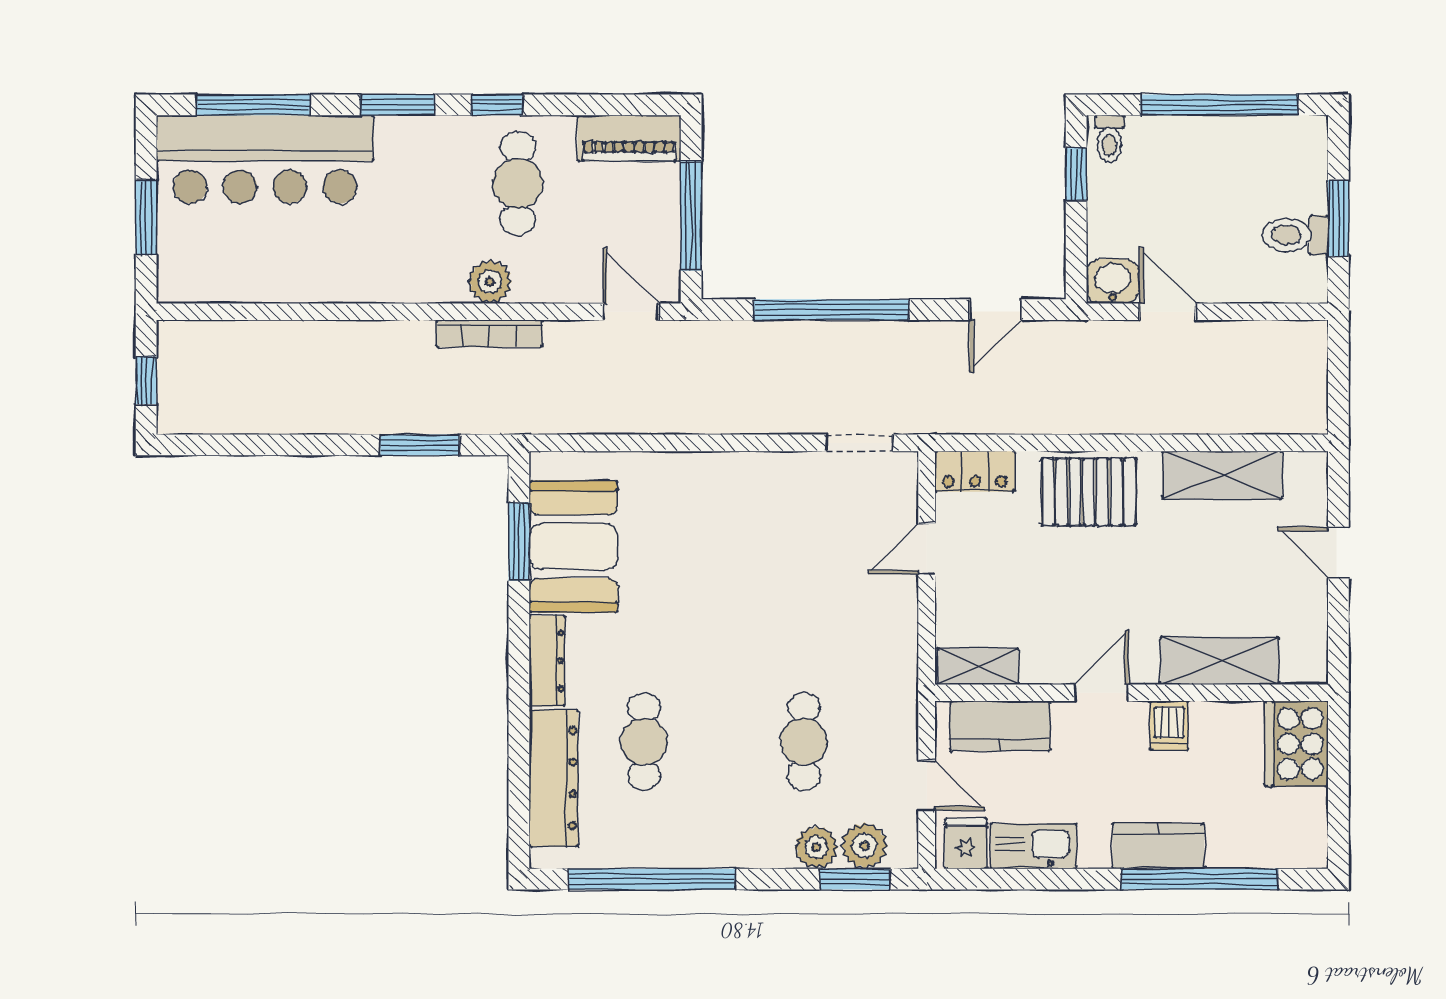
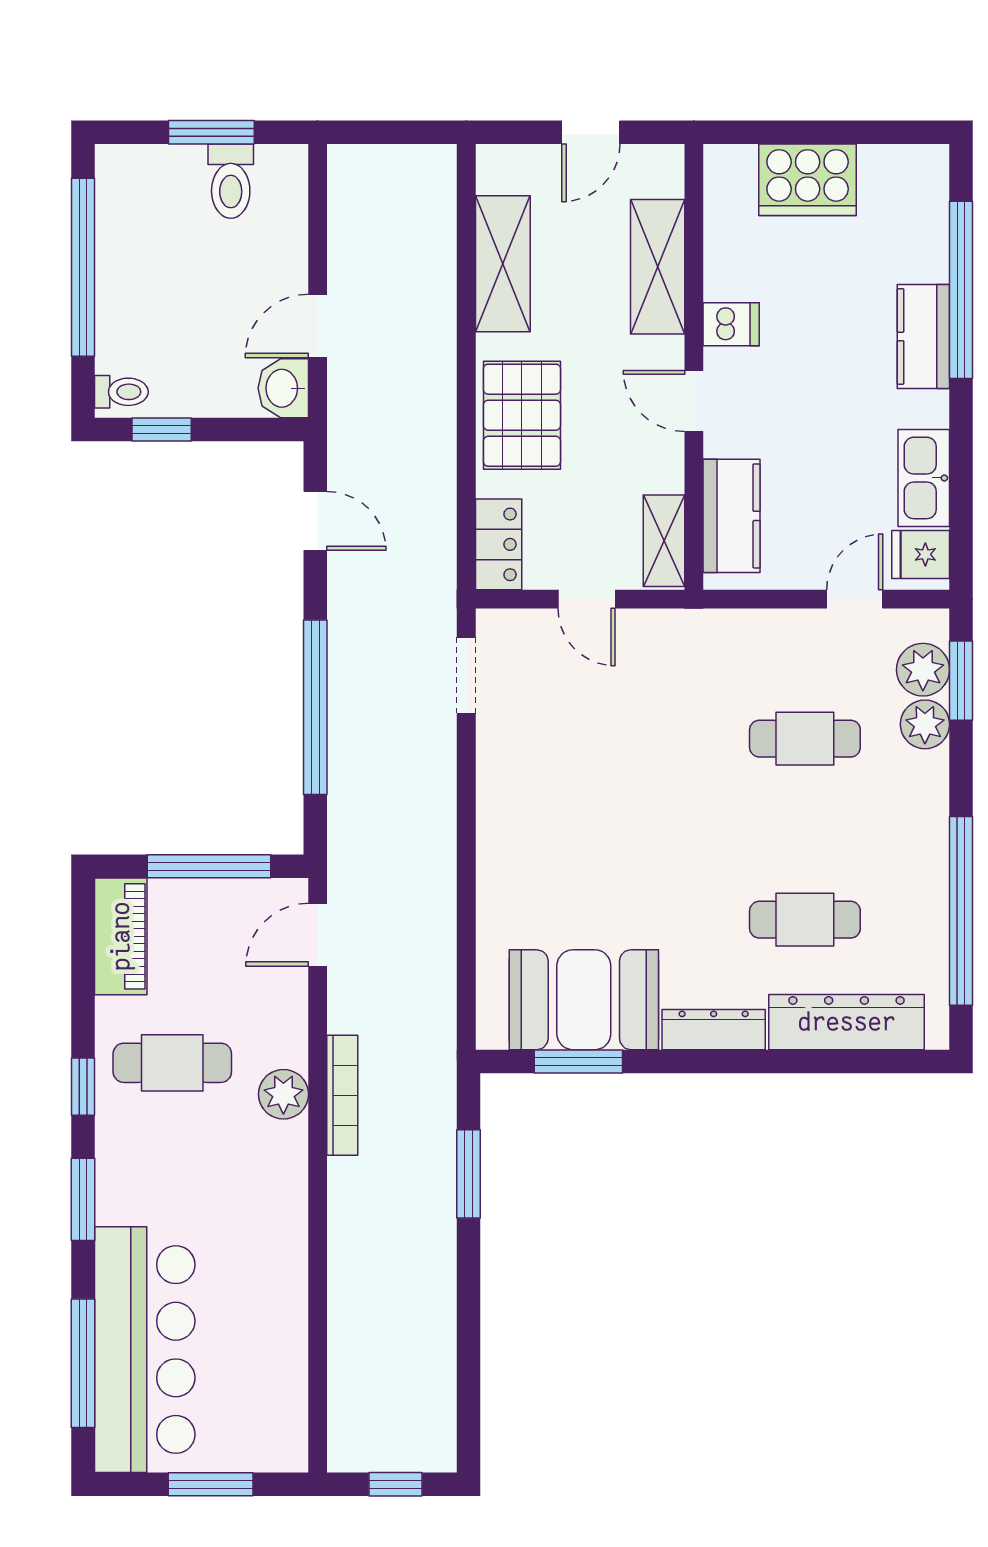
shelving: (1220, 661) -> (658, 267), moved
shelving: (978, 666) -> (664, 541), moved
door: (1101, 693) -> (694, 401), moved
wall: (1131, 693) -> (694, 367), moved
kitchen counter: (1000, 726) -> (732, 516), moved
dishwasher: (1169, 726) -> (731, 324), moved

